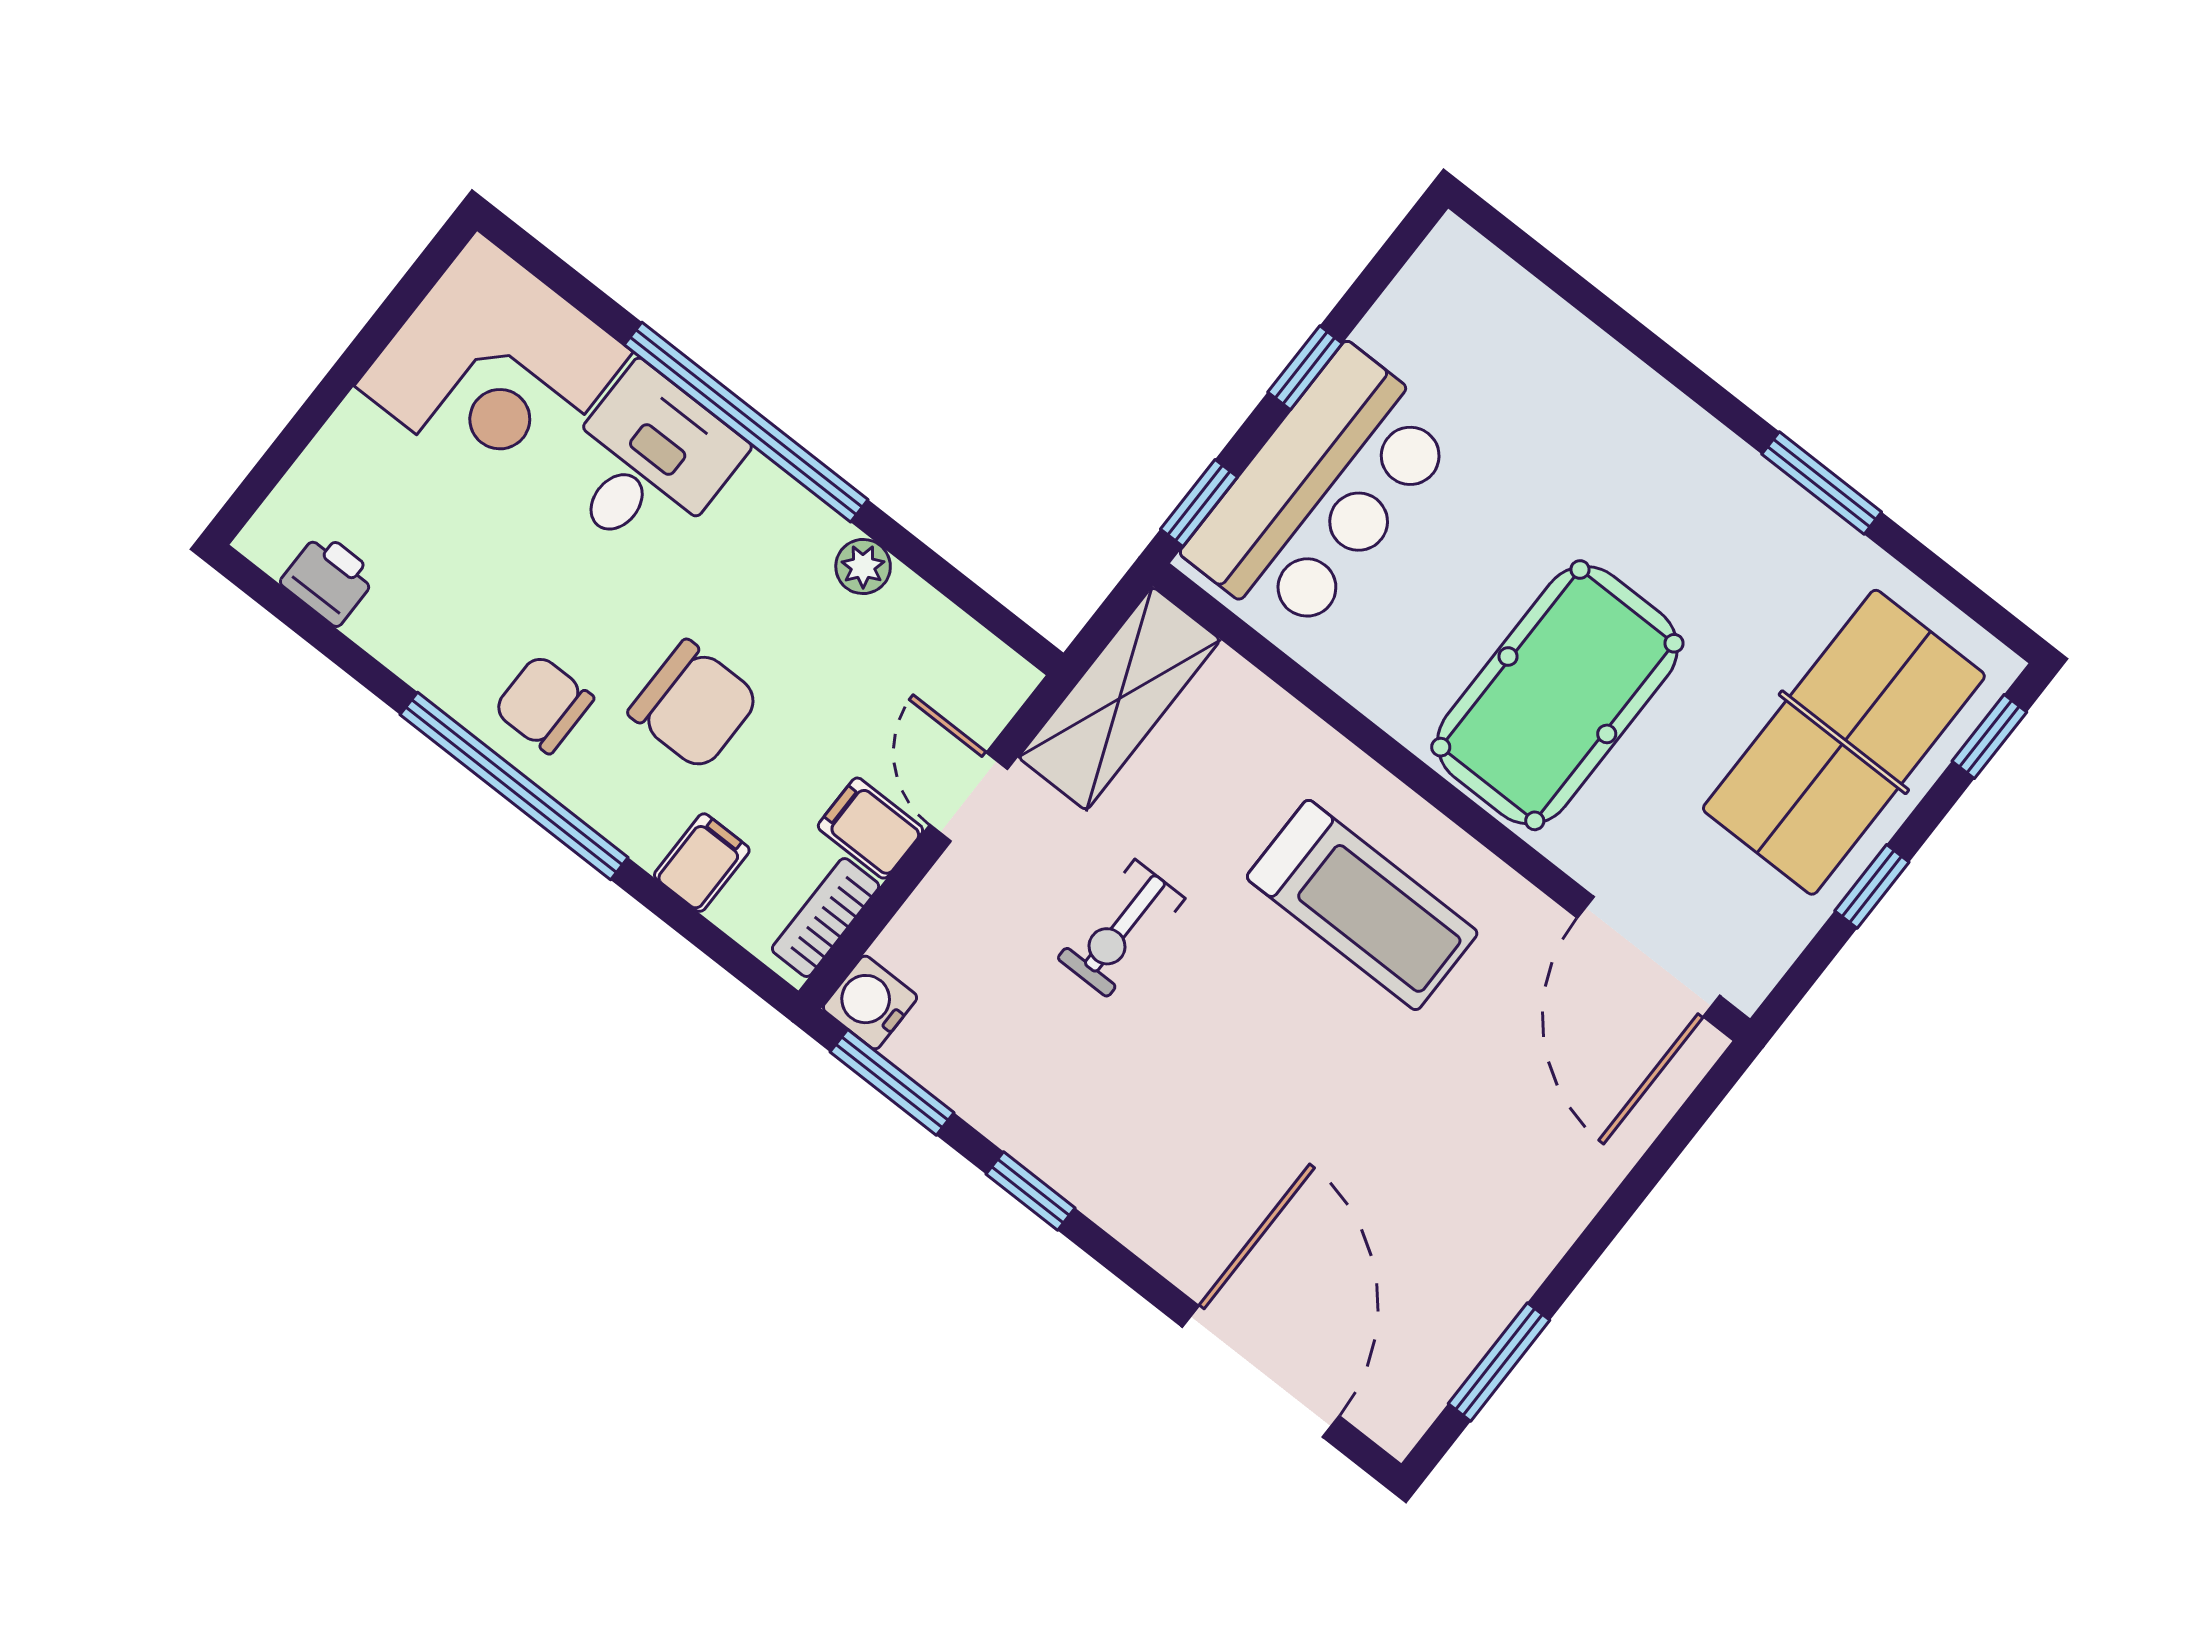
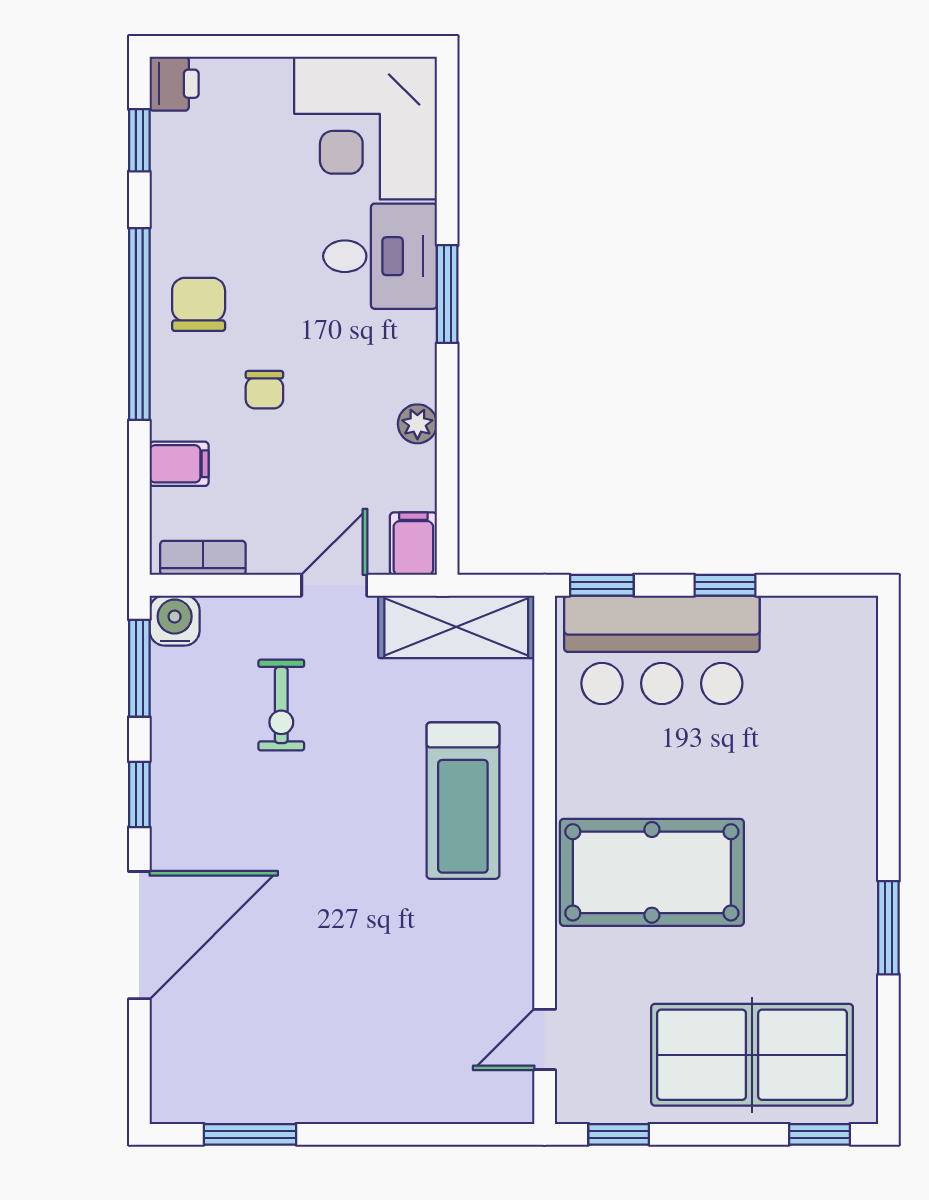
window: (746, 422) -> (447, 294), width x0.47
printer: (329, 579) -> (174, 84), moved
window: (312, 628) -> (139, 140), added
chair: (694, 705) -> (264, 390), width x0.54, depth x0.54
filing cabinet: (870, 828) -> (413, 544), moved
window: (1872, 886) -> (619, 1134), moved
treadmill: (1362, 905) -> (463, 801), moved
exercise bike: (1121, 928) -> (281, 705), moved, turned -90
door: (1649, 957) -> (545, 1039), width x0.53
door: (1261, 1371) -> (139, 935), moved

